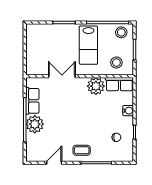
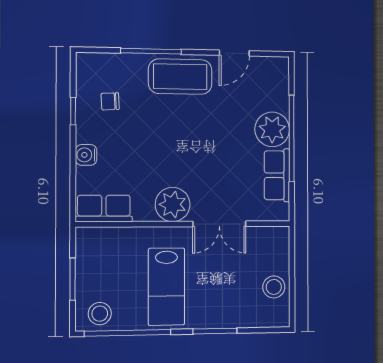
lab bench: (88, 45) -> (166, 287), turned 180
stool: (116, 63) -> (274, 287), moved
plant: (96, 86) -> (173, 204), moved
coffee table: (82, 150) -> (180, 77), width x1.86, depth x1.72

